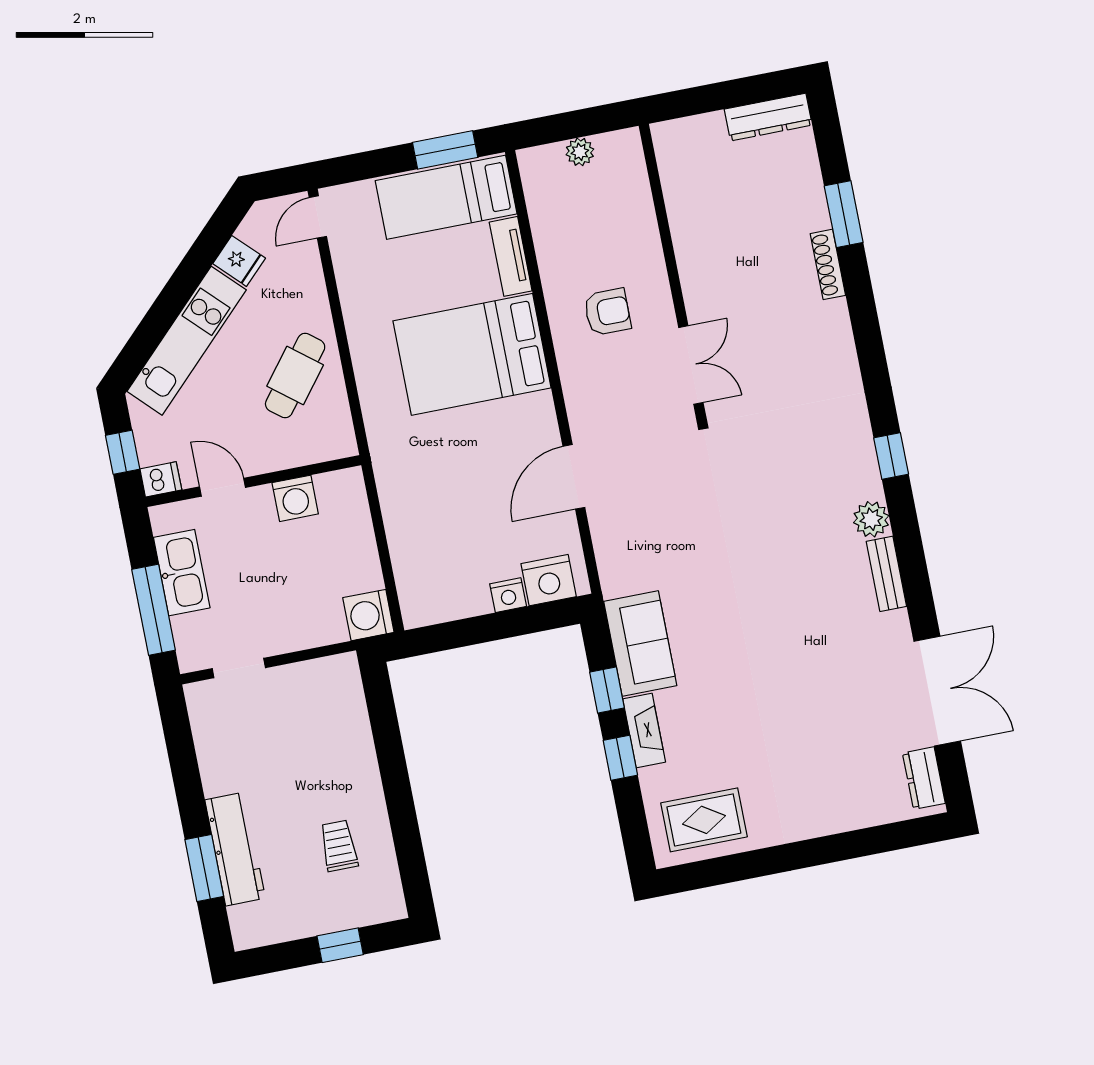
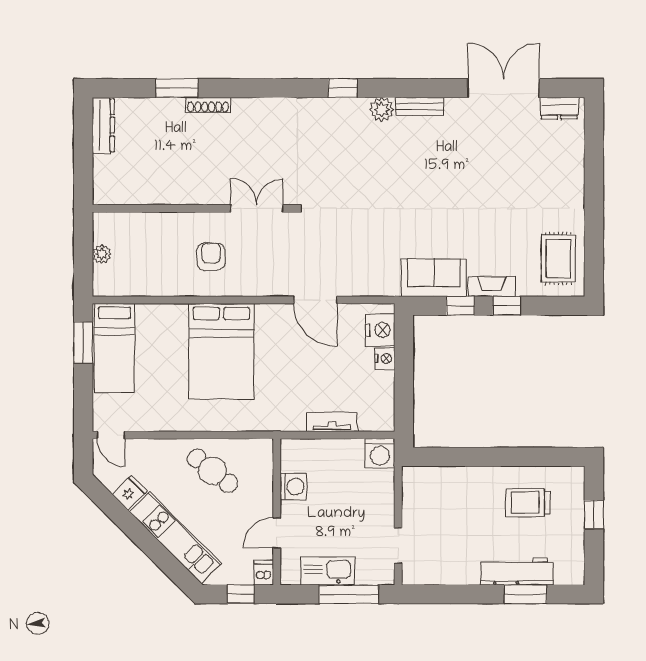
tv unit: (511, 256) -> (332, 422), moved, turned 180
trolley: (339, 846) -> (528, 503), width x1.36, depth x1.39

